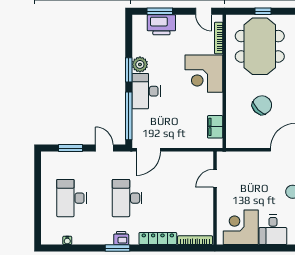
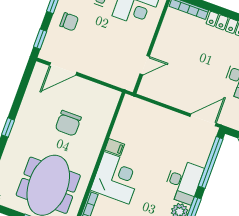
chair: (262, 105) -> (68, 123), turned -46
filing cabinet: (215, 127) -> (115, 147), moved, width x0.50

